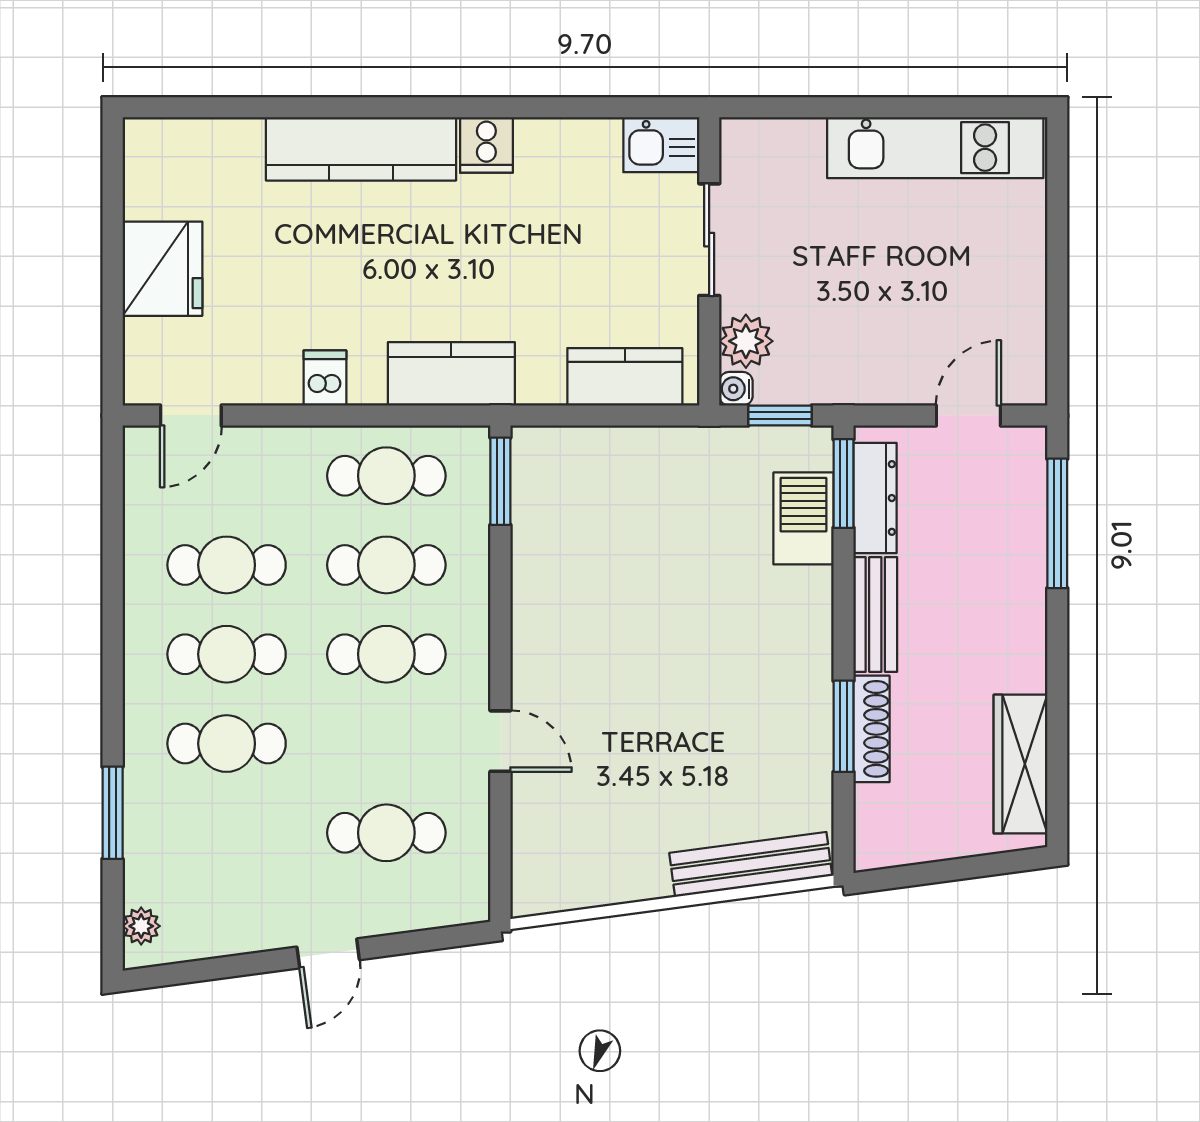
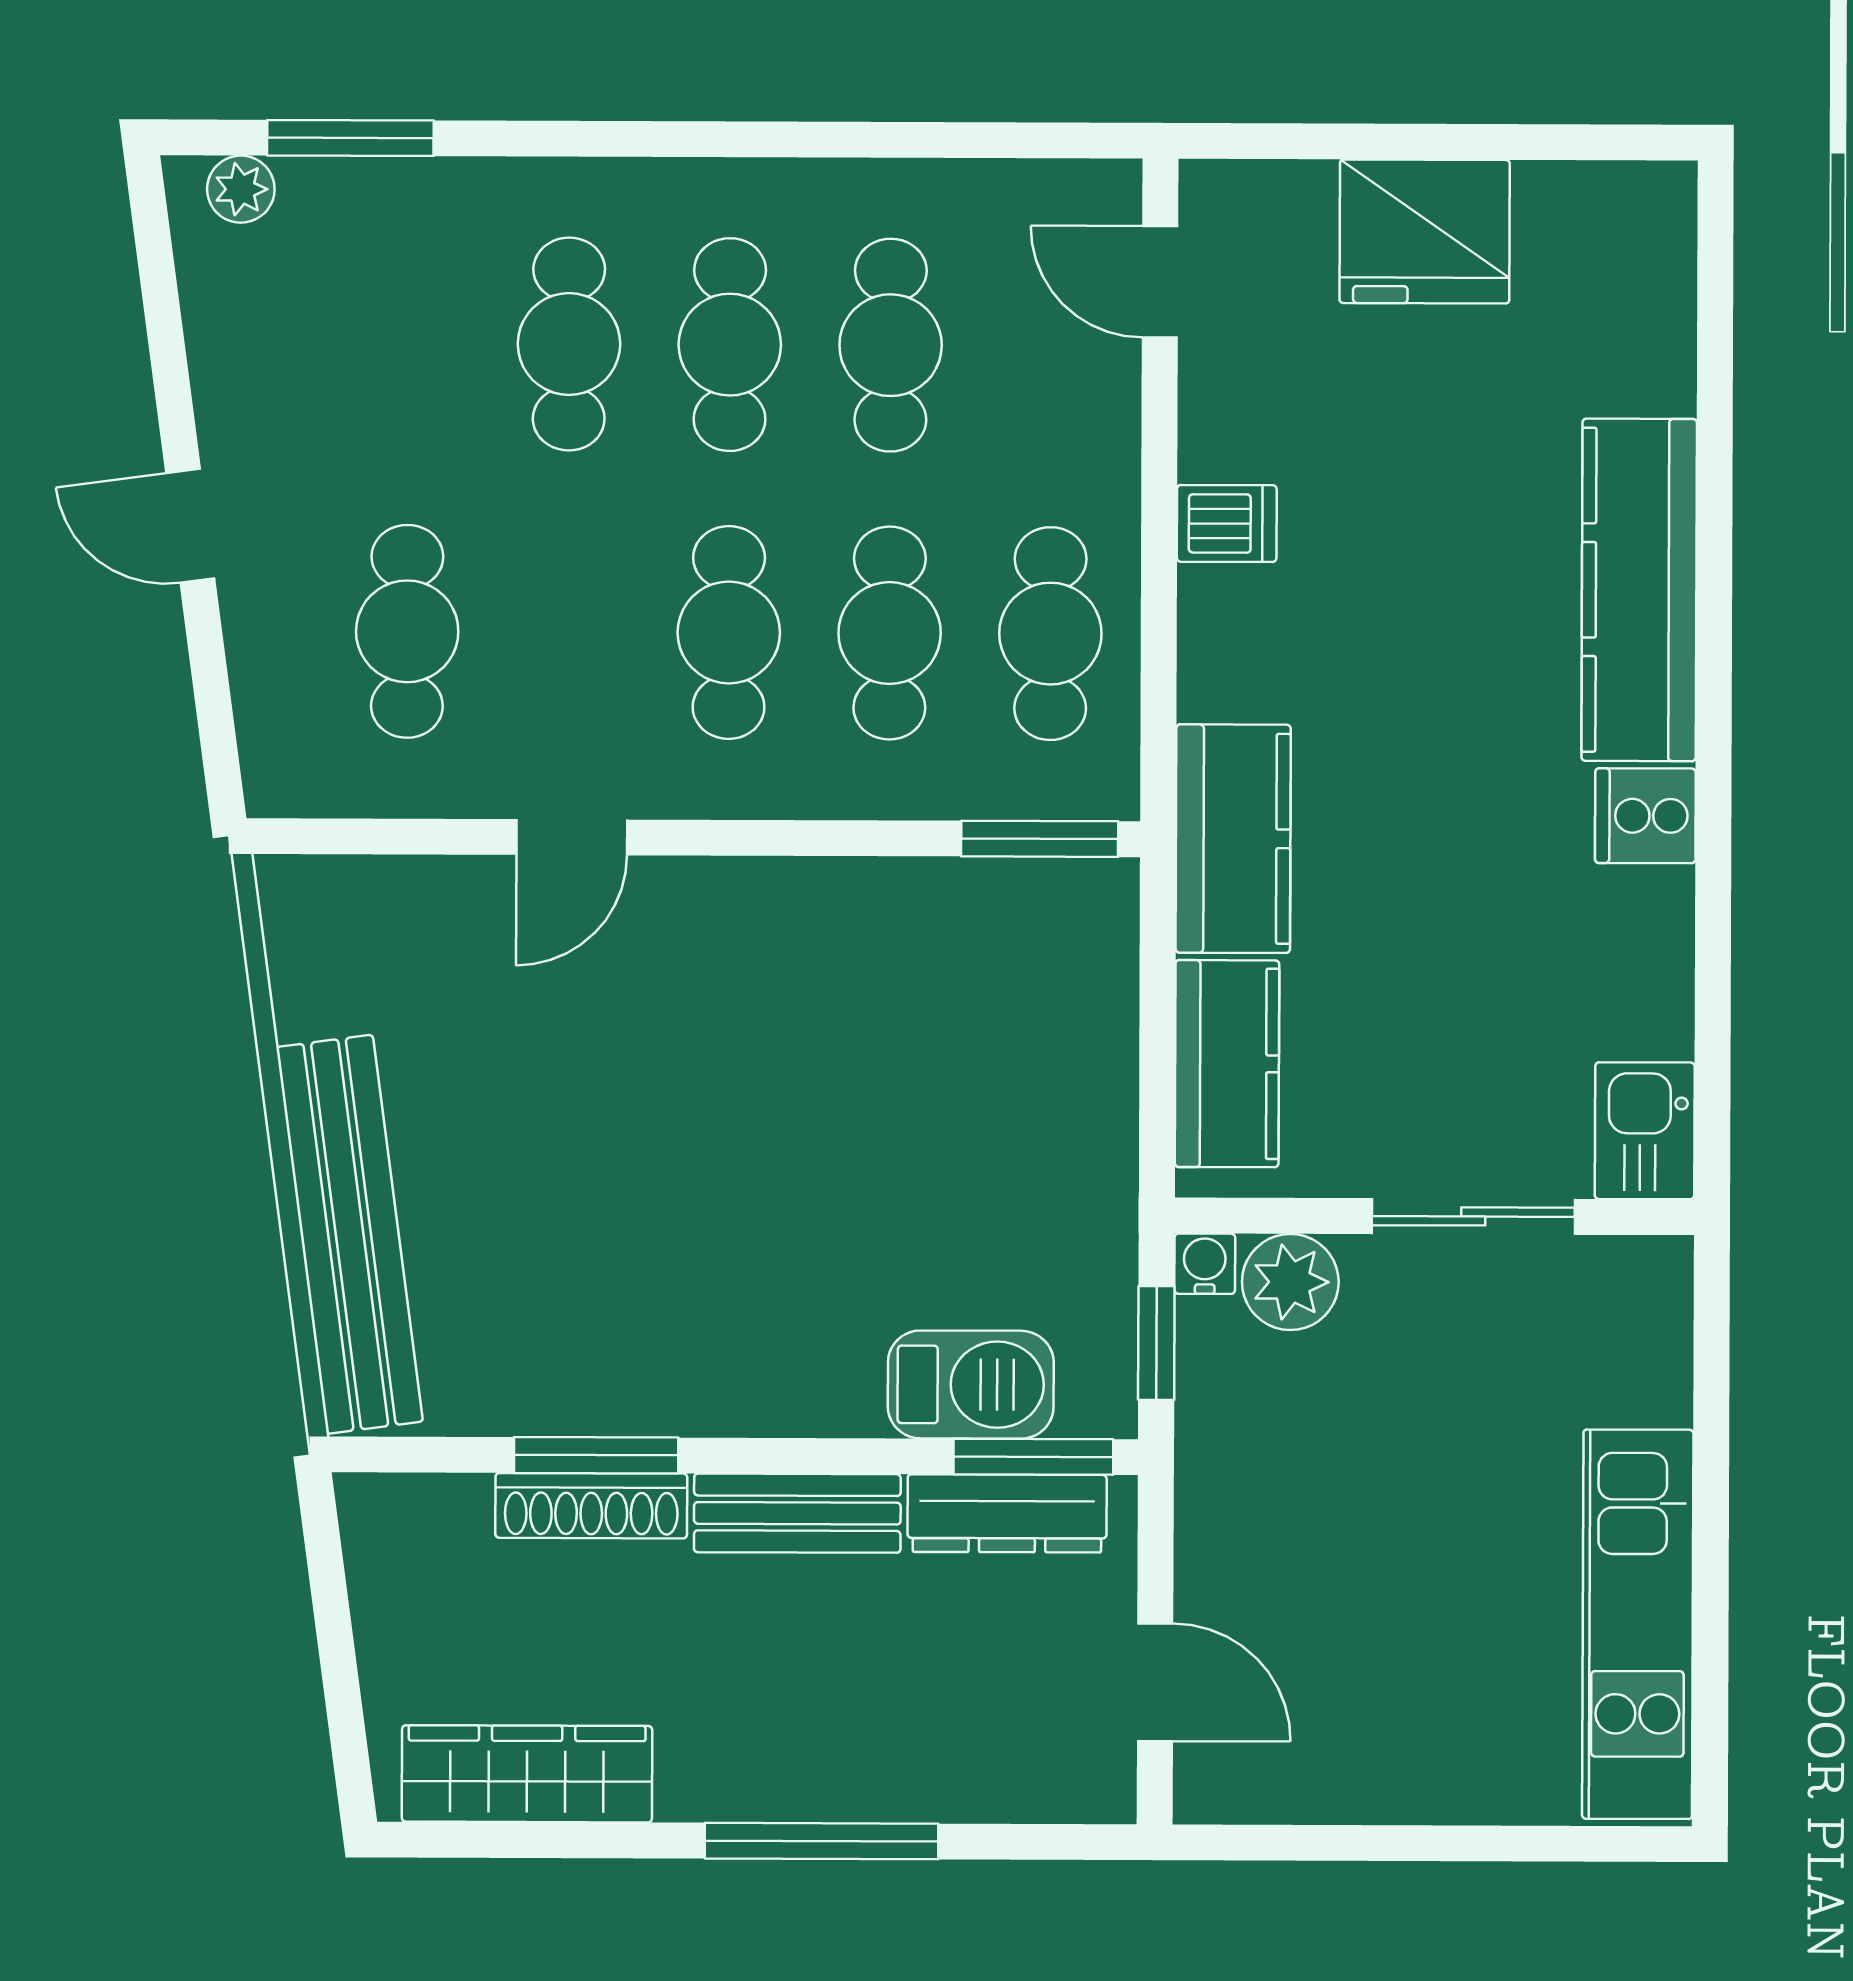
kitchen counter: (451, 374) -> (1233, 839), moved
window: (1057, 523) -> (822, 1841), moved
window: (113, 813) -> (350, 138), moved
bench: (751, 864) -> (350, 1234), width x1.37, depth x1.21

